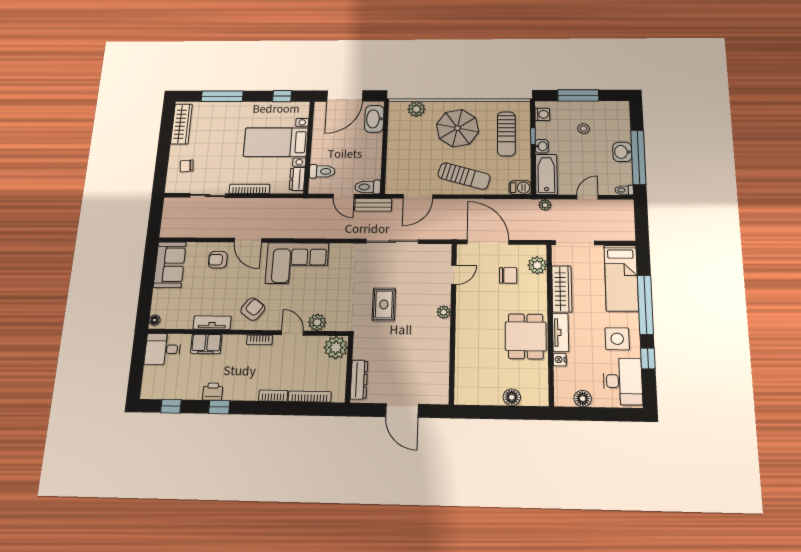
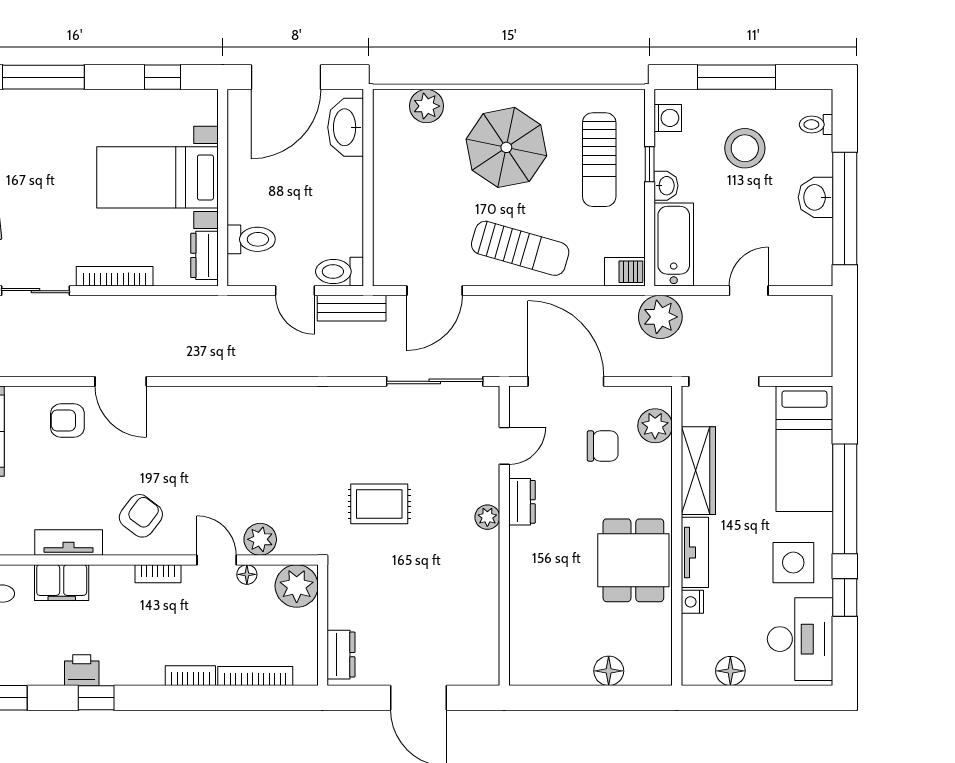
stool: (583, 129) -> (745, 148), width x1.89, depth x1.89
toilet: (624, 190) -> (816, 125), moved
plant: (545, 205) -> (660, 317), width x1.87, depth x1.87
sliding door: (392, 241) -> (435, 381), moved
corner sofa: (297, 263) -> (216, 426), removed
rug: (384, 304) -> (379, 504), turned 90
dresser: (463, 304) -> (522, 502), added
floor lamp: (309, 341) -> (247, 574), added
dresser: (359, 380) -> (341, 655), width x0.70

